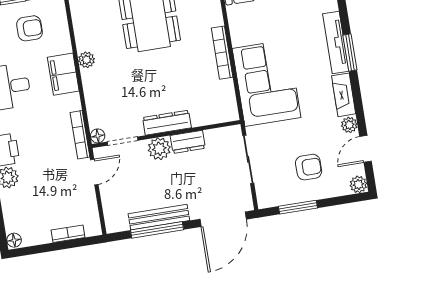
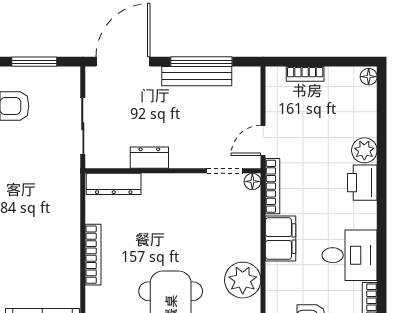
plant: (86, 60) -> (243, 280), width x1.87, depth x1.87
filing cabinet: (63, 74) -> (281, 239), moved
corner sofa: (267, 83) -> (47, 211), removed
dresser: (167, 123) -> (114, 184), moved
plant: (159, 149) -> (184, 155), removed

